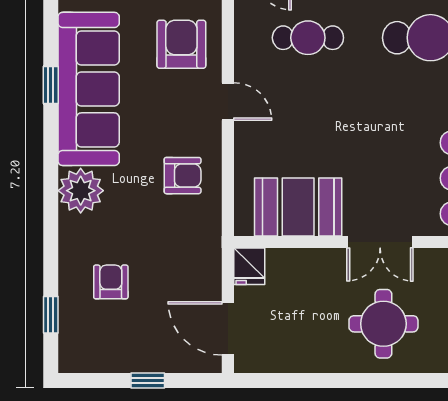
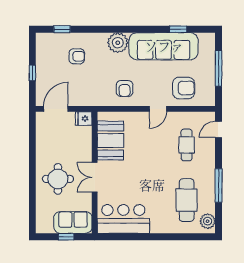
window: (51, 85) -> (178, 29), moved

